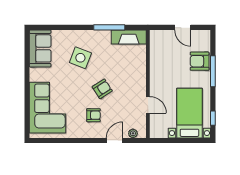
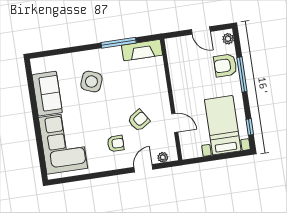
plant: (205, 38) -> (228, 39), added
sofa: (40, 48) -> (47, 94), moved
armchair: (102, 89) -> (139, 120), moved

